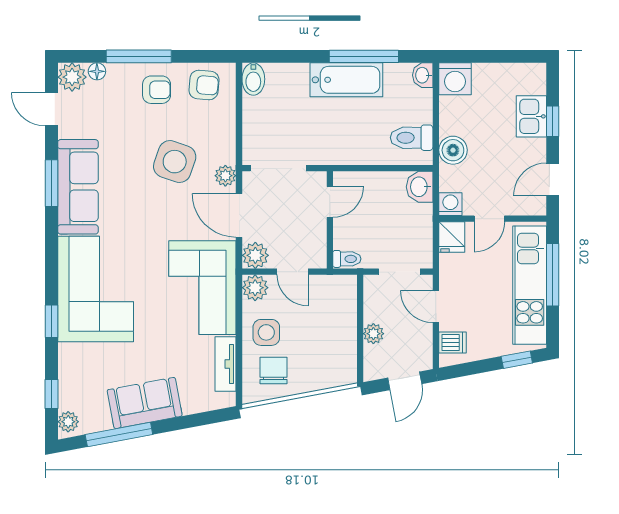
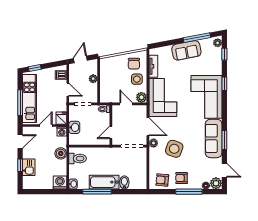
bidet: (253, 79) -> (124, 182), moved
washbasin: (420, 187) -> (74, 127), moved
plant: (255, 255) -> (141, 111), removed

